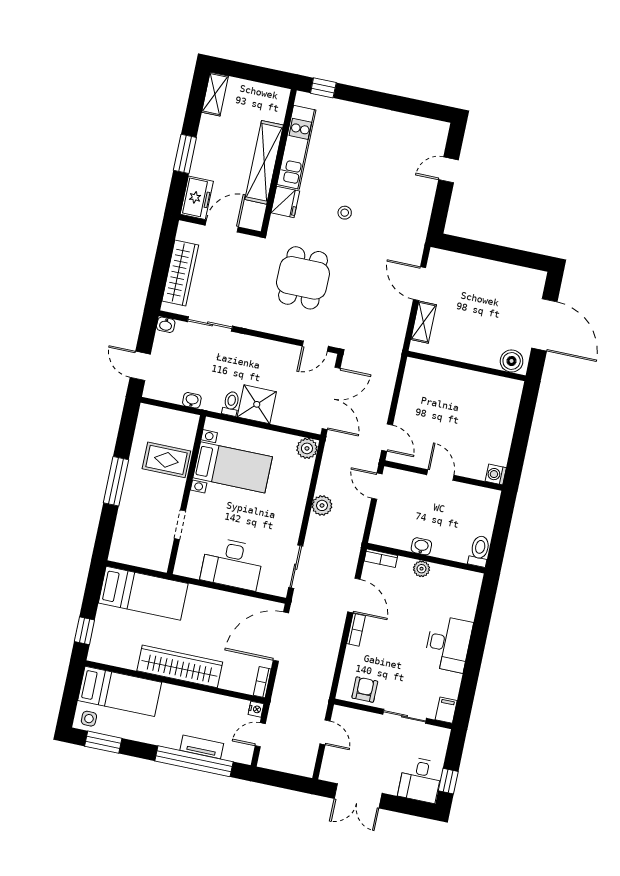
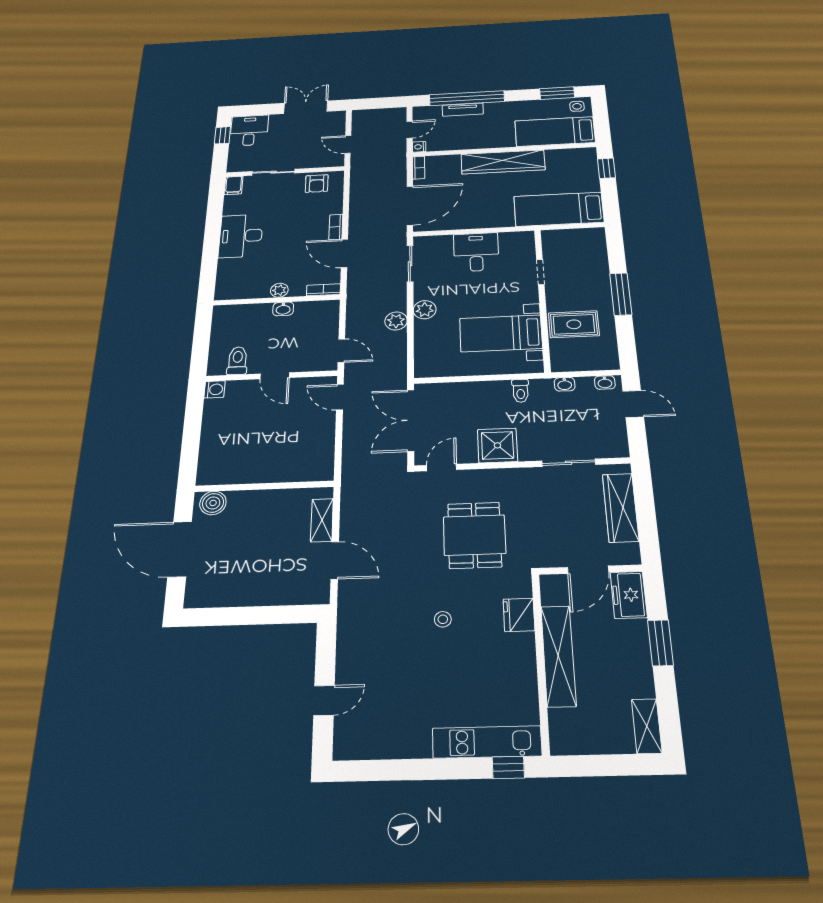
kitchen unit: (296, 147) -> (487, 742), moved, turned 90
washbasin: (166, 325) -> (605, 382), moved, turned 180
shower: (257, 404) -> (497, 445), moved
plant: (307, 448) -> (425, 310), moved
toilet: (479, 551) -> (237, 361), moved, turned 180
desk: (232, 564) -> (476, 252), width x0.73

